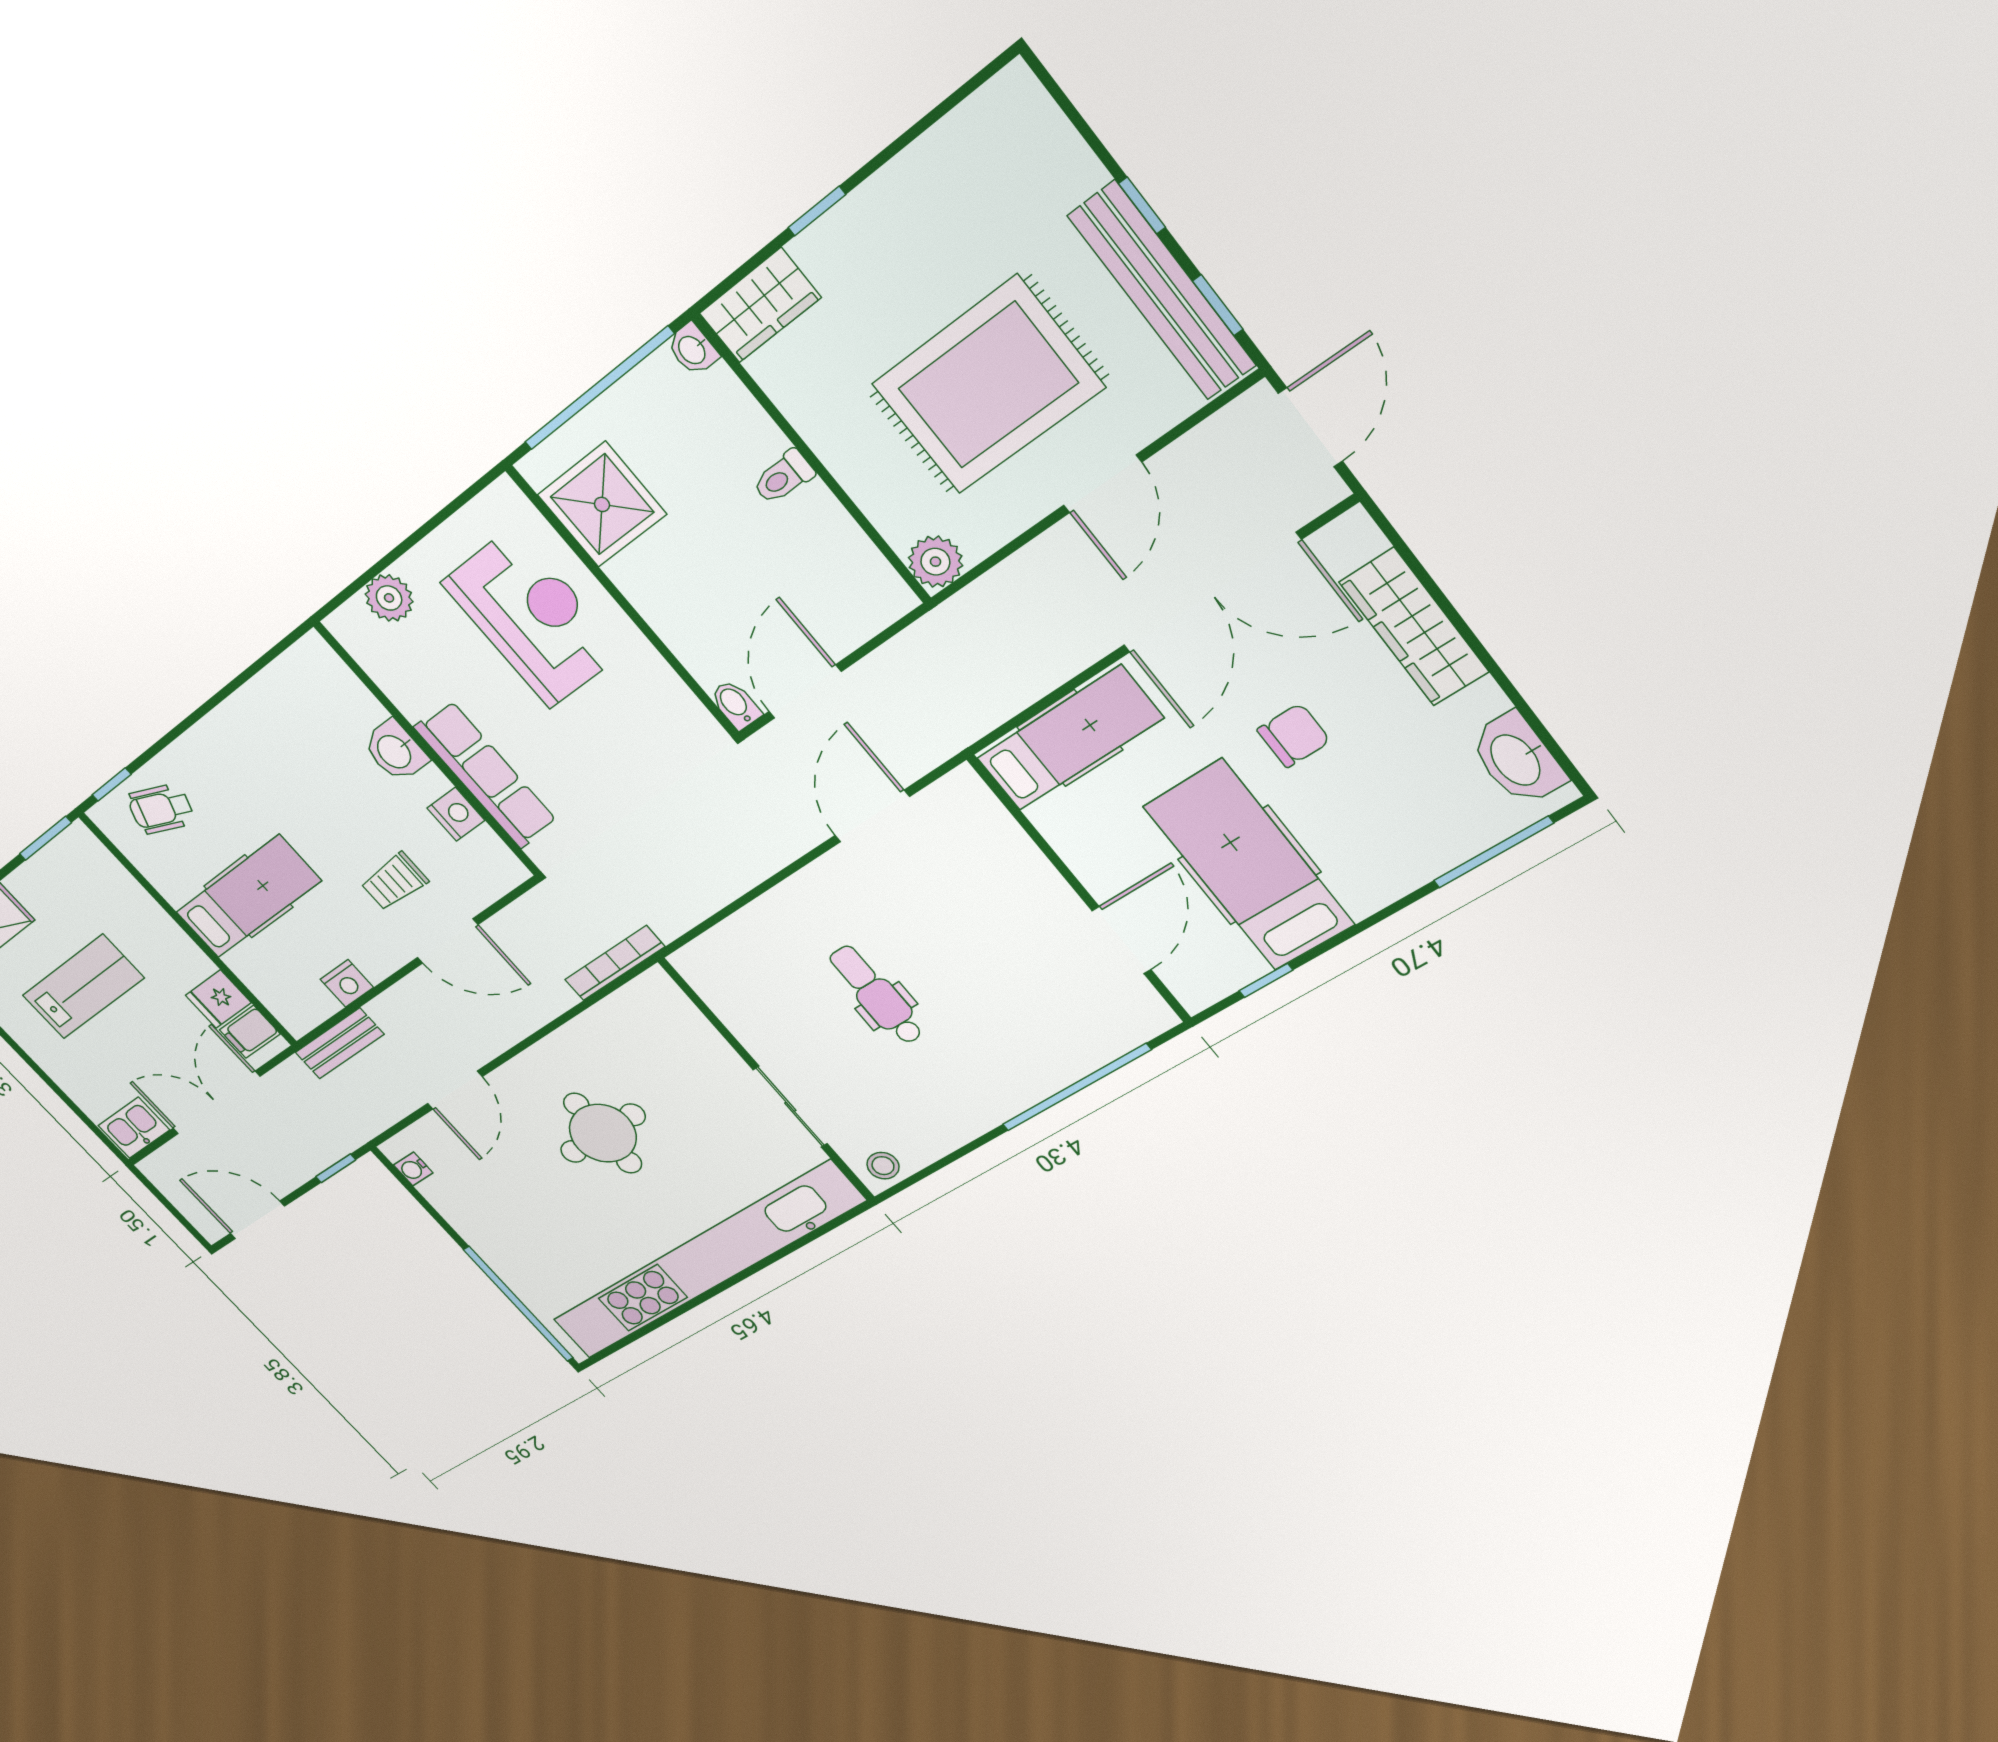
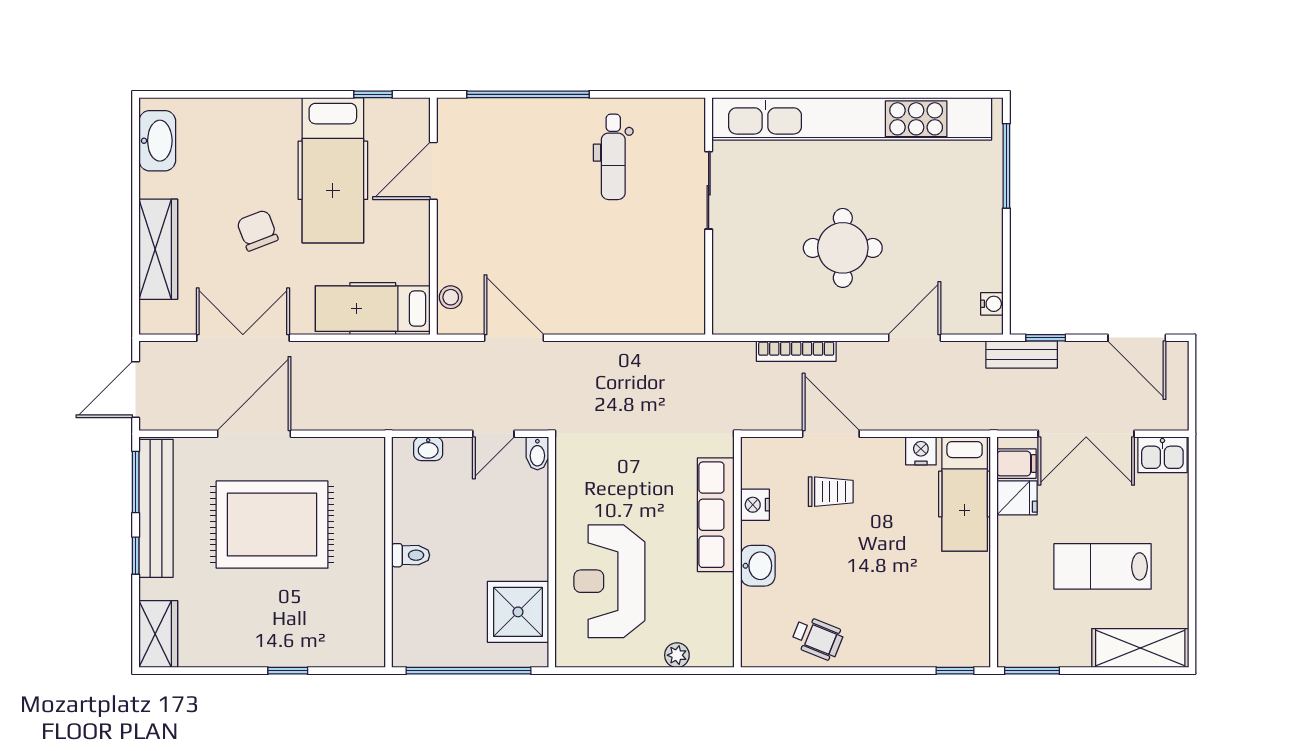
wardrobe: (760, 305) -> (158, 634), moved, turned 90
window: (1218, 305) -> (136, 482), width x1.50
washbasin: (693, 349) -> (428, 449), moved, turned 90
door: (1102, 484) -> (254, 434), width x1.36
plant: (935, 562) -> (368, 454), removed
double door: (1211, 593) -> (243, 338), width x0.73
plant: (389, 598) -> (677, 655), width x0.73, depth x0.73
door: (805, 692) -> (493, 434), width x0.73
chair: (1294, 735) -> (257, 230), turned 69
wheelchair: (161, 809) -> (817, 638), moved
door: (872, 816) -> (514, 338), swing flipped
window: (1493, 852) -> (204, 94), removed
hospital bed: (248, 897) -> (965, 494), moved, turned -90
bookcase: (615, 963) -> (796, 351), moved
dental chair: (877, 995) -> (613, 157), moved
bench: (339, 1043) -> (1022, 355), moved
stool: (883, 1166) -> (451, 297), moved
window: (519, 1304) -> (1006, 166), width x0.68

